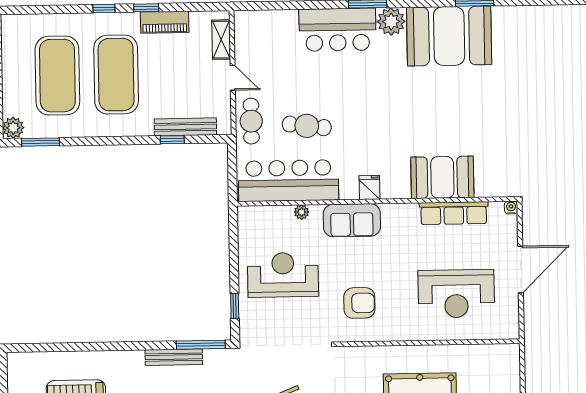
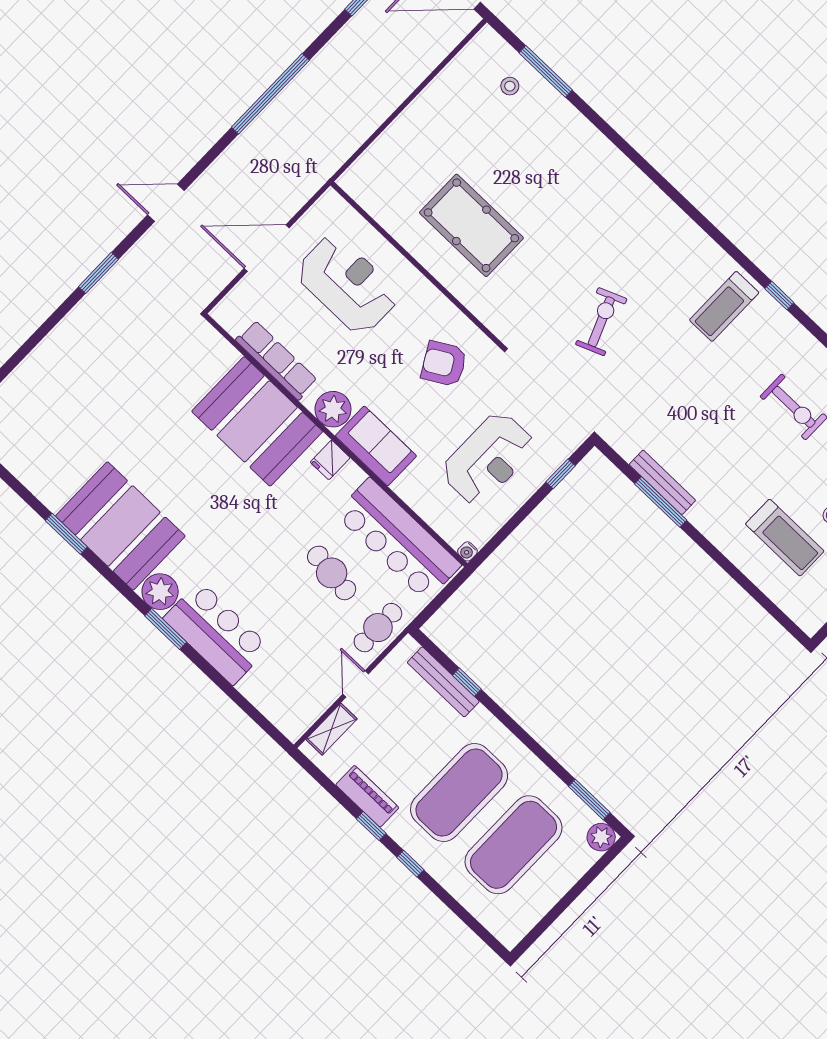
booth: (442, 177) -> (257, 421), width x1.36, depth x1.42
water cooler: (511, 207) -> (467, 551), moved
plant: (301, 212) -> (333, 409), moved, width x1.88, depth x1.88
reception desk: (283, 275) -> (488, 459), turned -90
armchair: (359, 303) -> (444, 364), turned -30
window: (201, 345) -> (661, 502), moved

